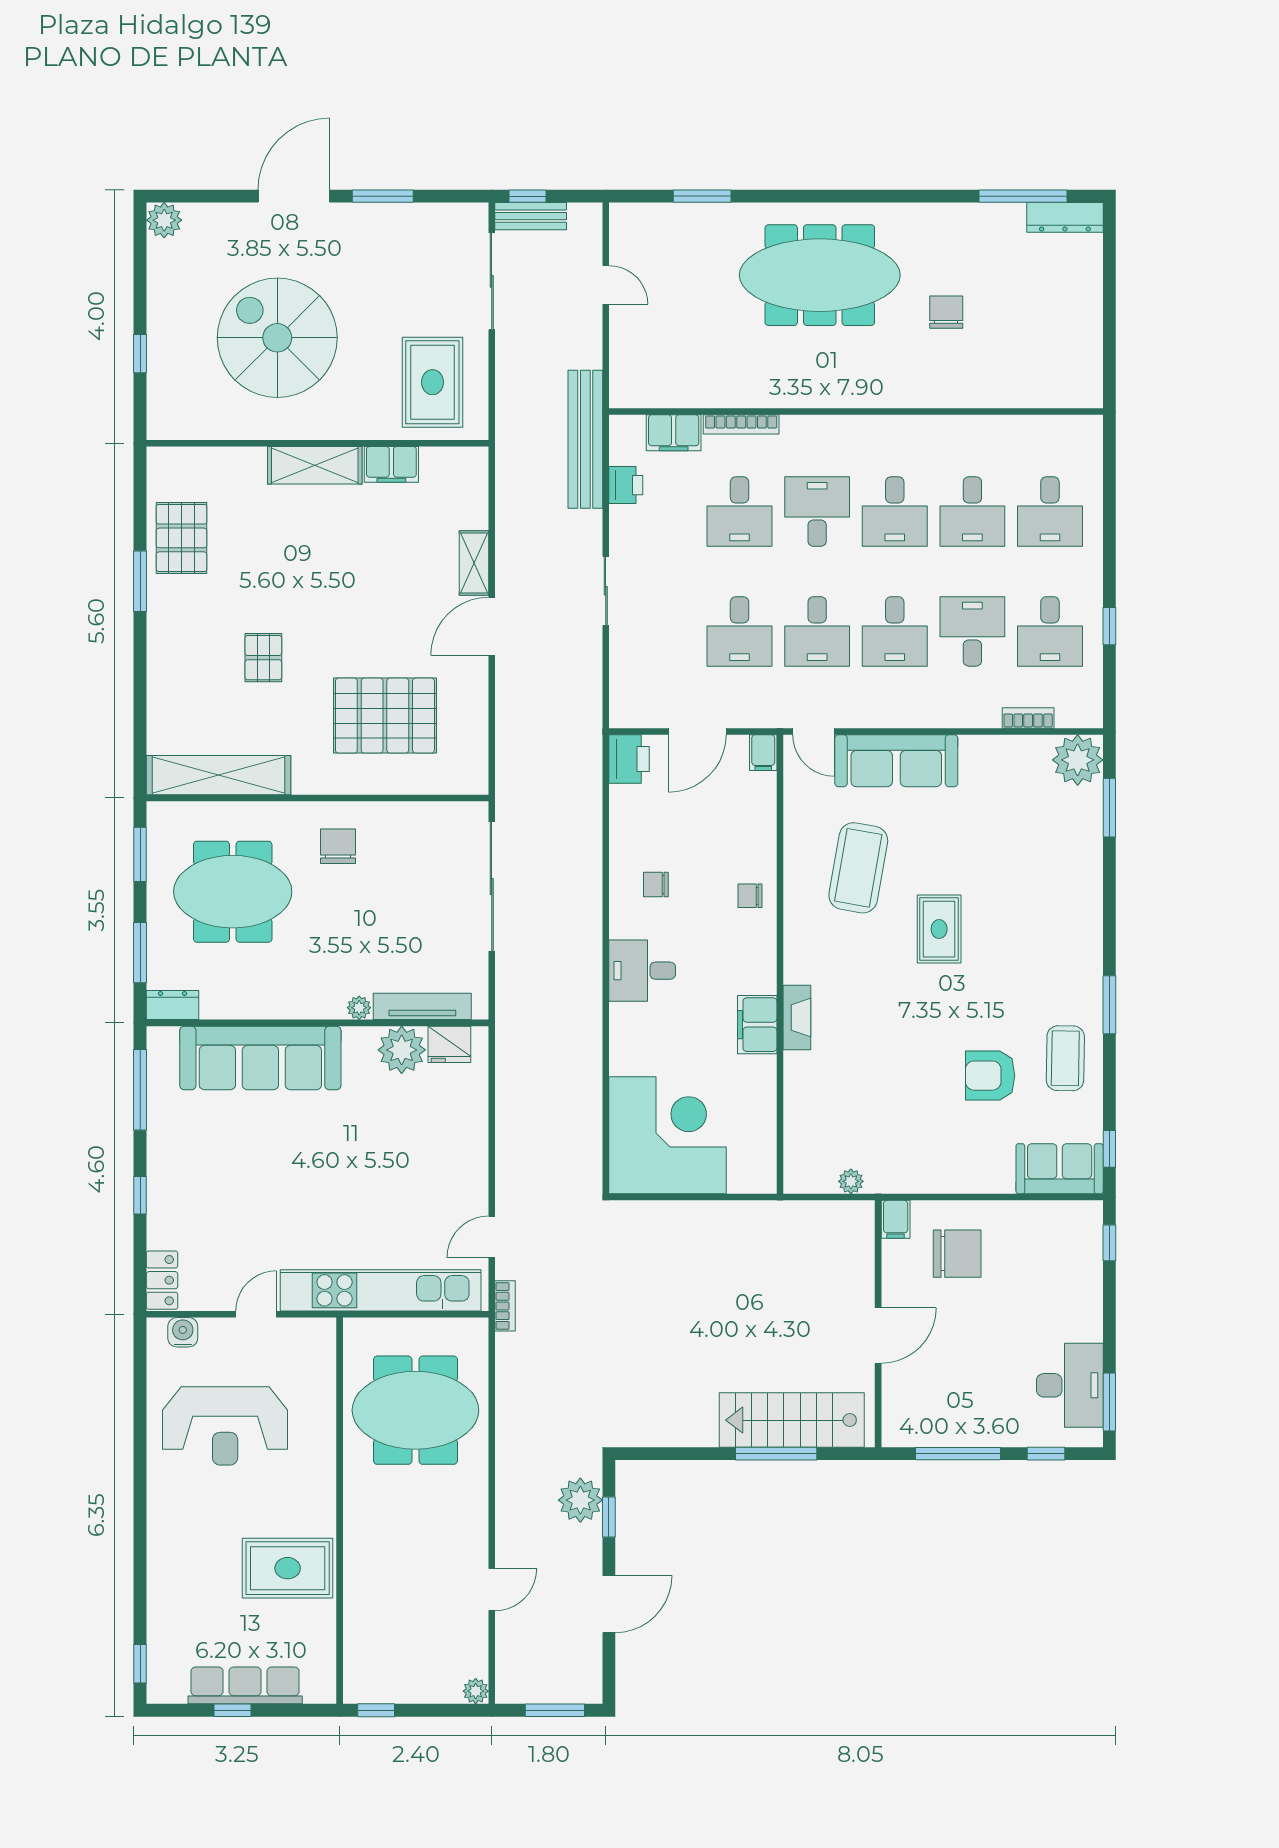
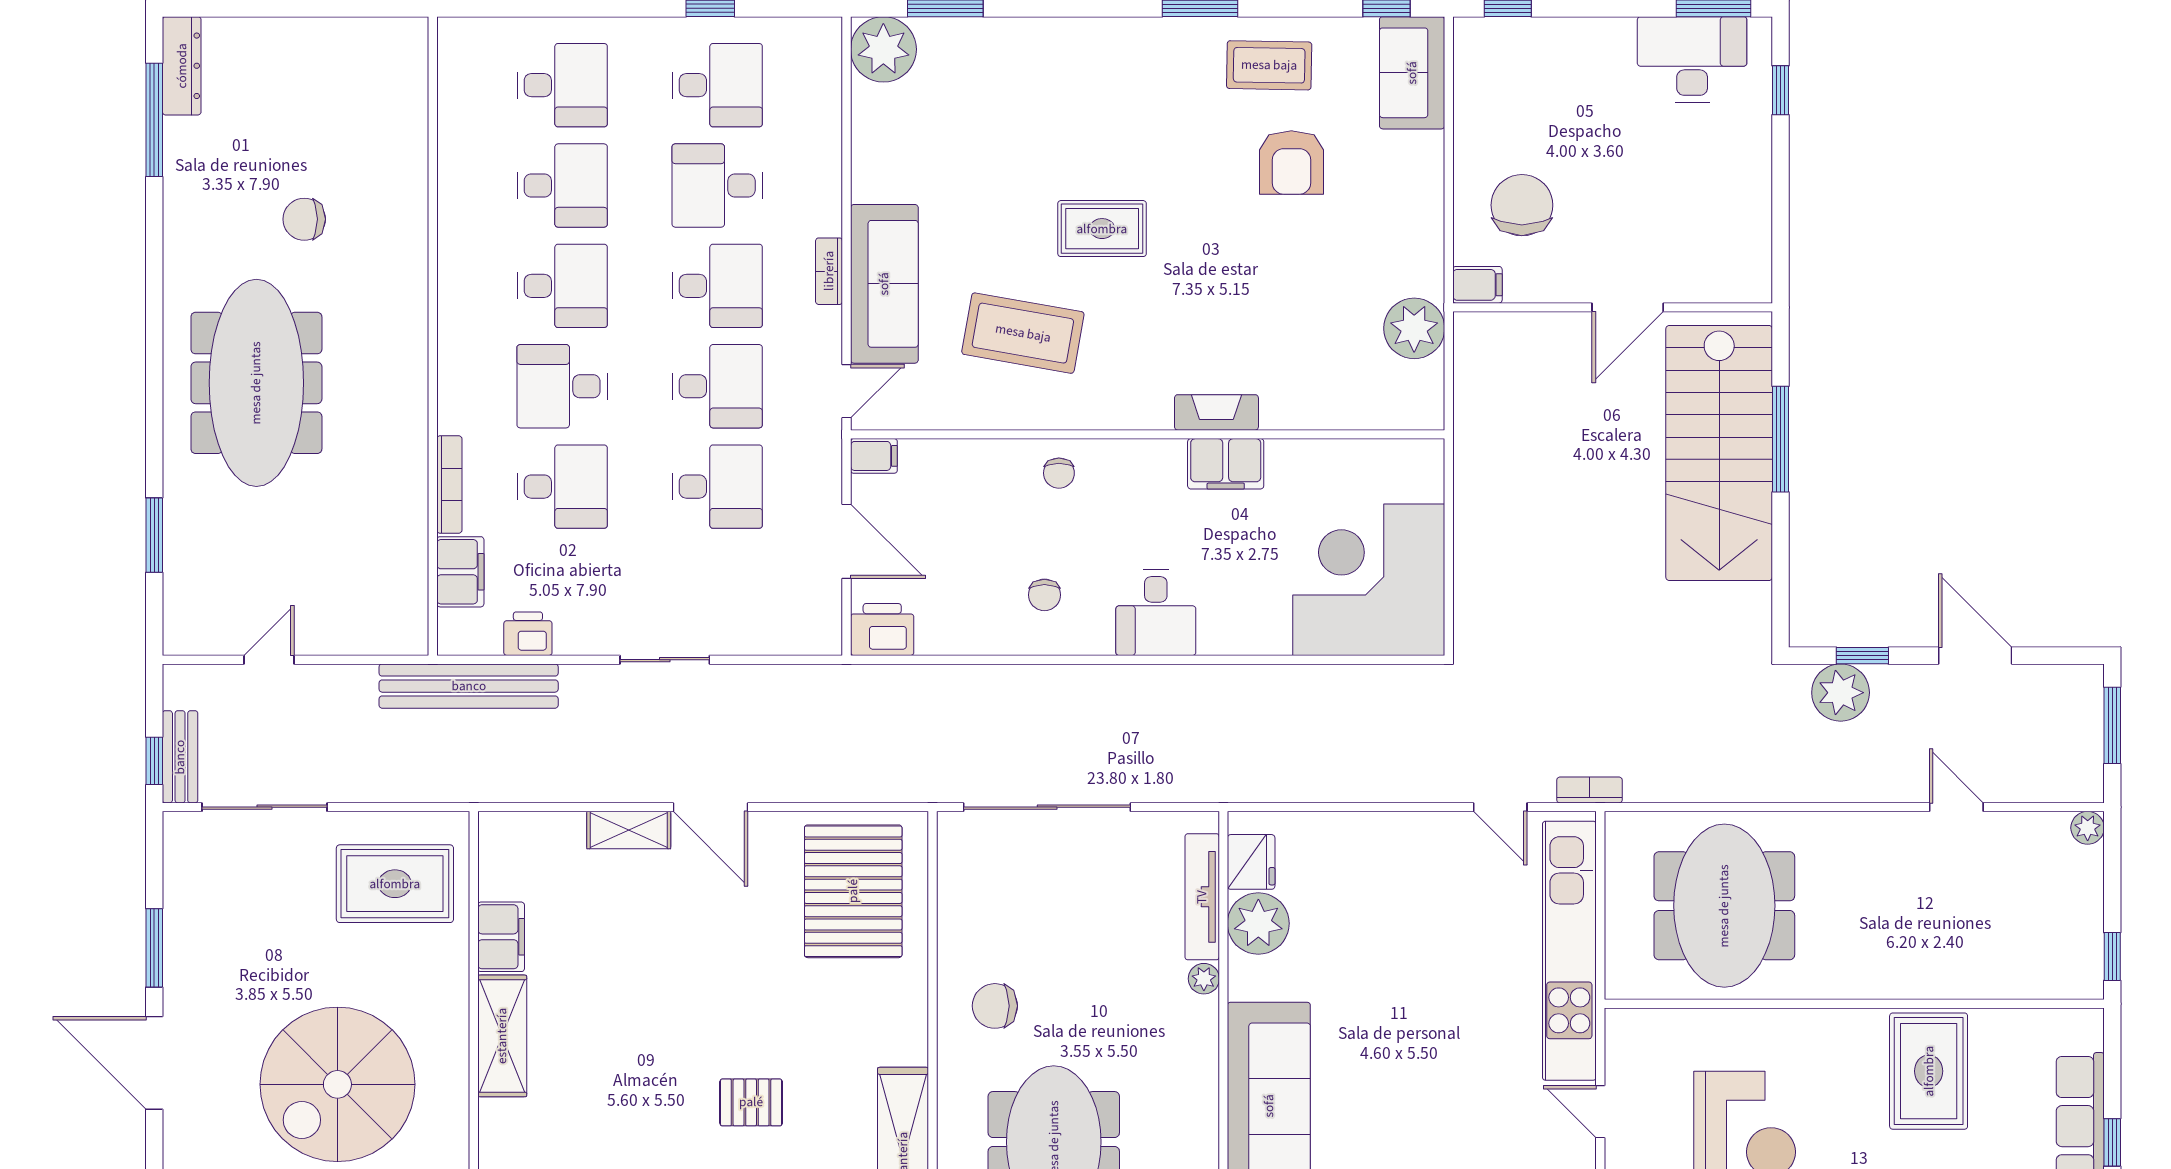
pallet: (385, 716) -> (853, 891), moved
bookcase: (1028, 718) -> (829, 271), moved
plant: (851, 1181) -> (1414, 328), width x1.87, depth x1.87
door: (878, 1335) -> (1628, 307), swing flipped
stairs: (792, 1420) -> (1719, 453), width x1.36, depth x1.51
window: (958, 1454) -> (1780, 204), removed

